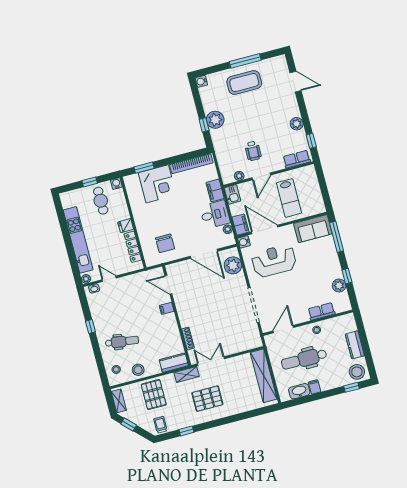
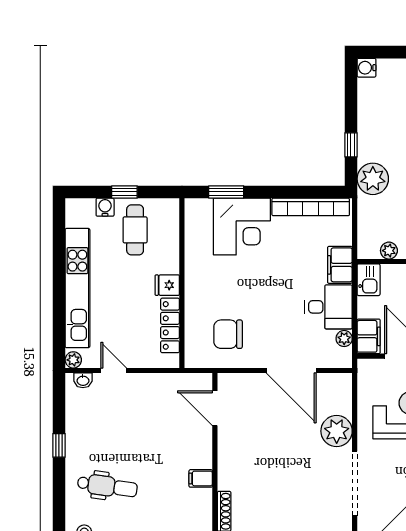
plant: (215, 120) -> (373, 179), moved
water cooler: (116, 184) -> (105, 207), moved
water cooler: (244, 242) -> (367, 368), removed
chair: (165, 243) -> (228, 334), turned 90
plant: (233, 265) -> (337, 431), moved
filing cabinet: (167, 308) -> (201, 478), moved

